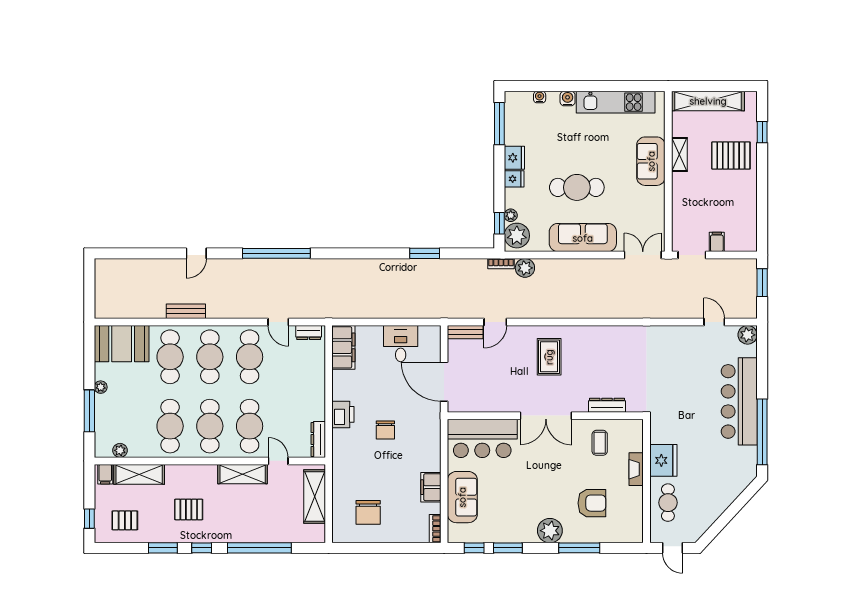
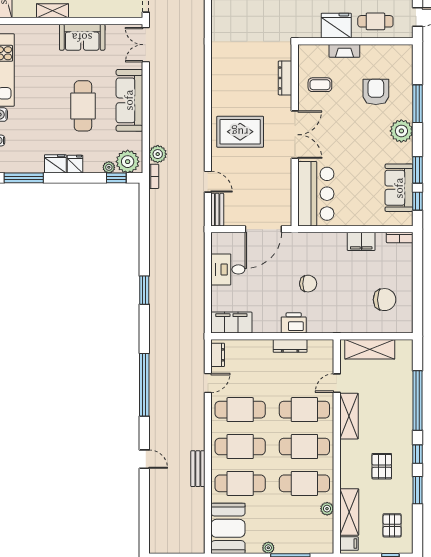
sofa: (651, 161) -> (82, 37), moved
window: (425, 253) -> (144, 290), moved
rug: (549, 357) -> (240, 132), width x1.36, depth x1.43
dresser: (318, 440) -> (290, 346), moved
plant: (120, 450) -> (327, 509), moved
sofa: (462, 497) -> (399, 188), moved, turned -90

